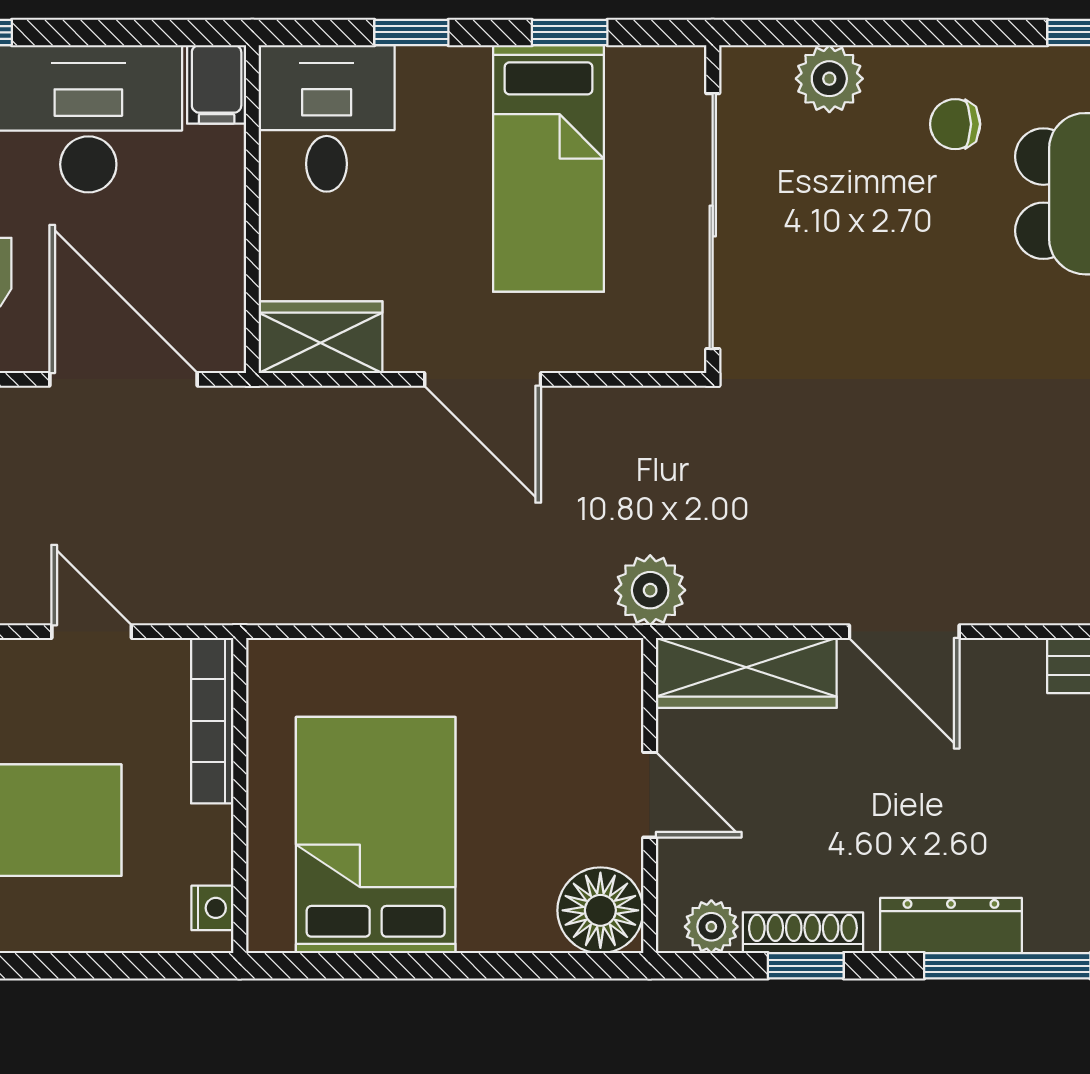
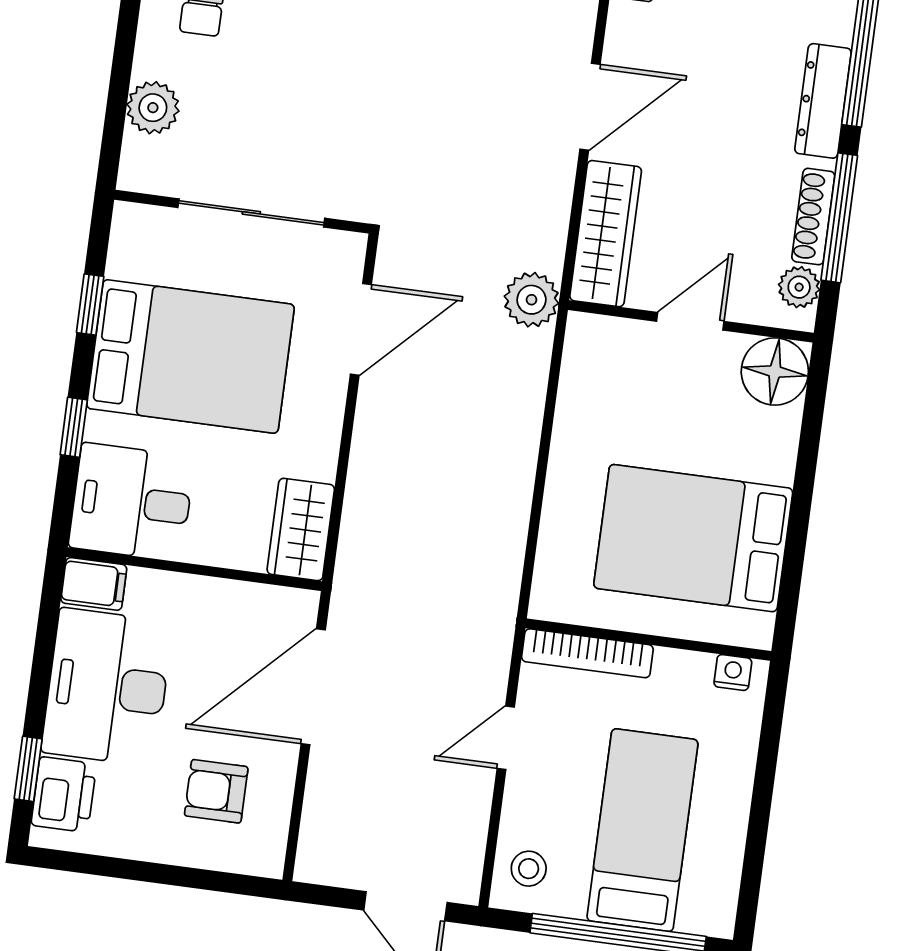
bed: (548, 168) -> (191, 356), width x1.50
sliding door: (713, 221) -> (251, 213), width x0.73
door: (483, 379) -> (361, 329), moved
window: (806, 966) -> (839, 218), width x2.17

